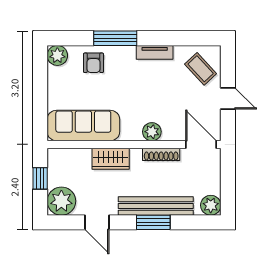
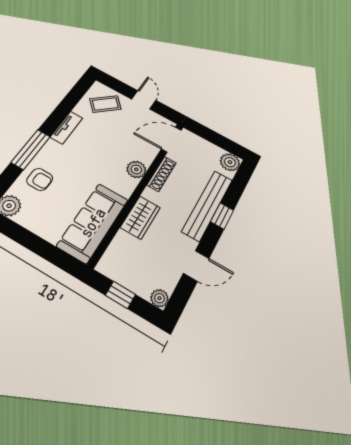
door: (228, 98) -> (144, 100), hinge flipped
plant: (61, 201) -> (159, 298), width x0.53, depth x0.53
window: (153, 222) -> (222, 216), width x0.67

